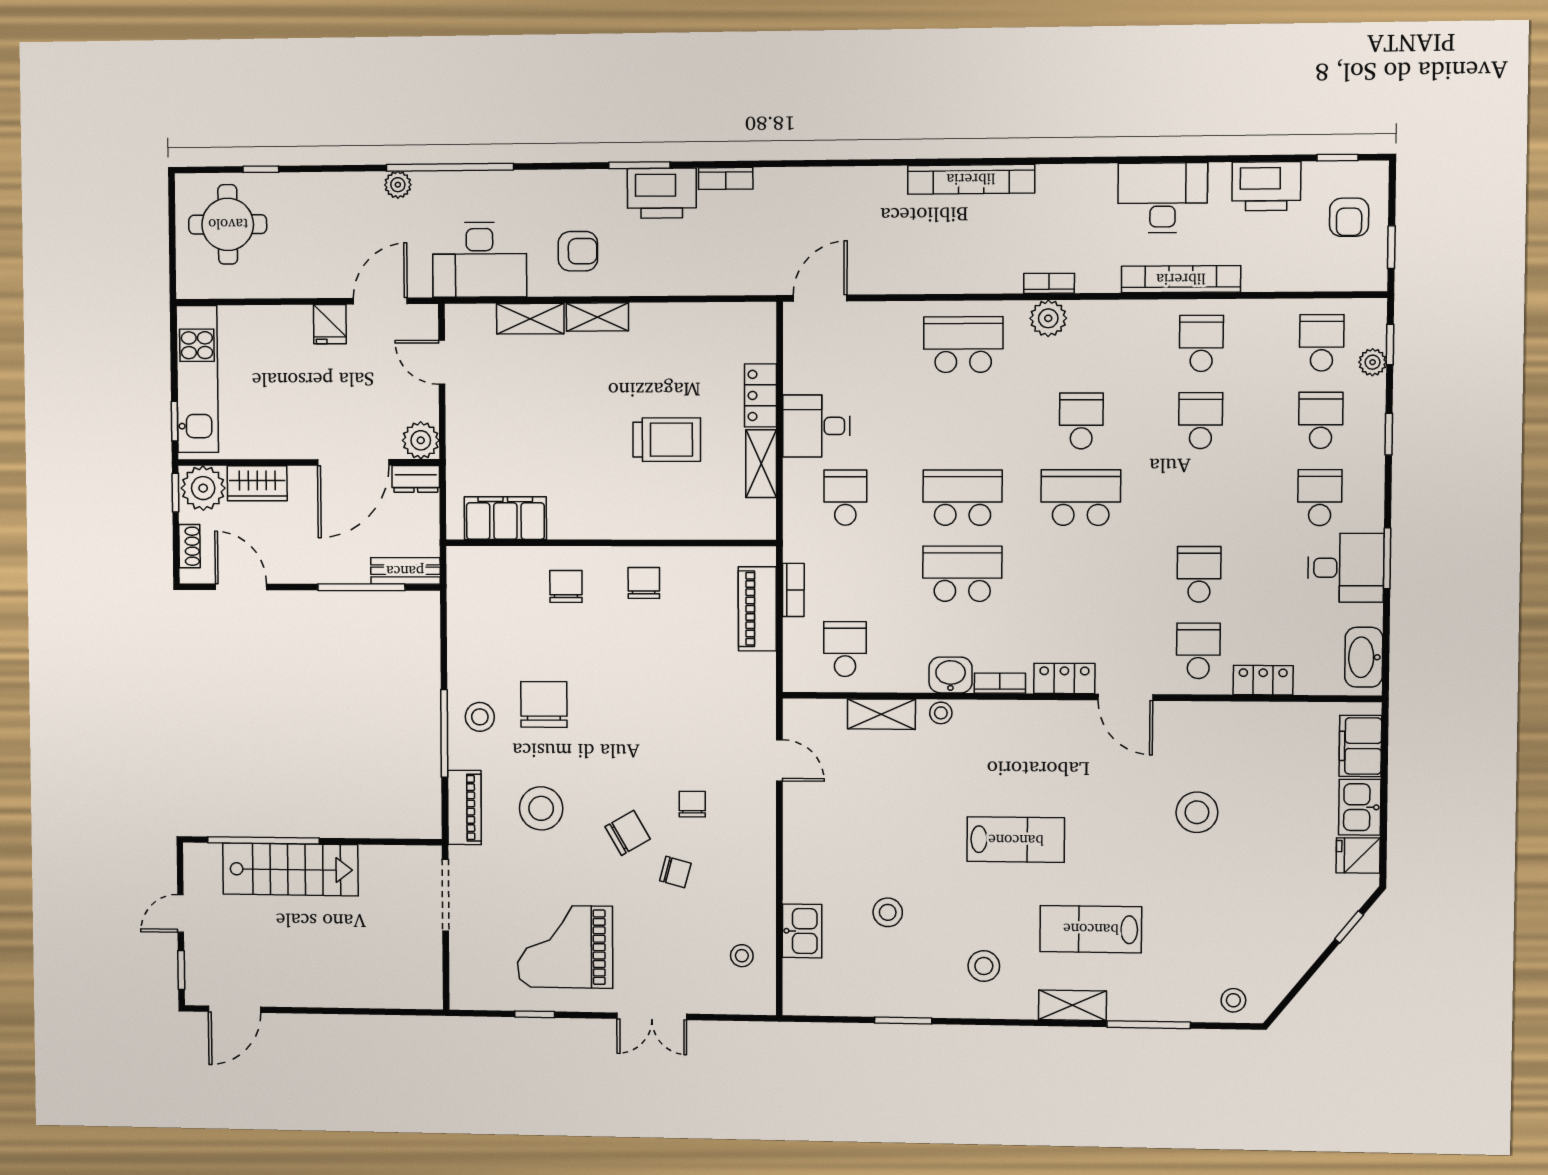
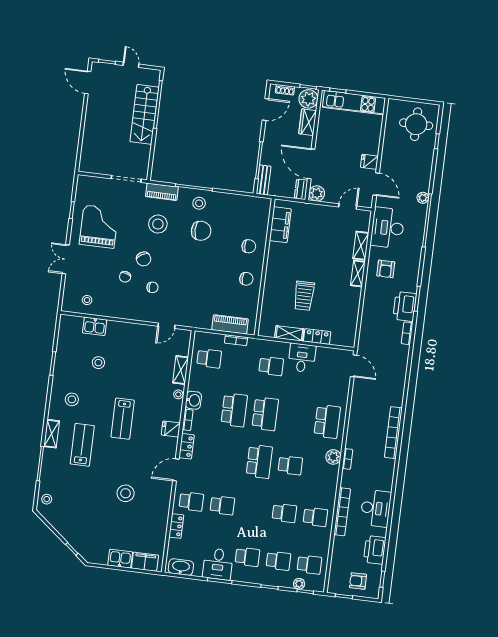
fridge: (1358, 855) -> (171, 429), moved, turned -90

